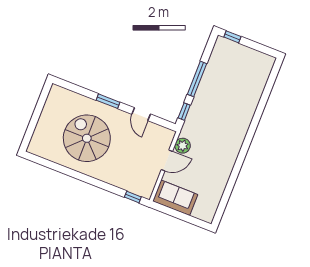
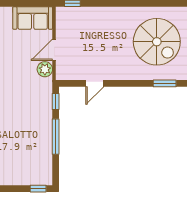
window: (108, 101) -> (165, 83), moved
door: (141, 114) -> (95, 83), swing flipped
spiral stairs: (87, 138) -> (157, 42), moved

